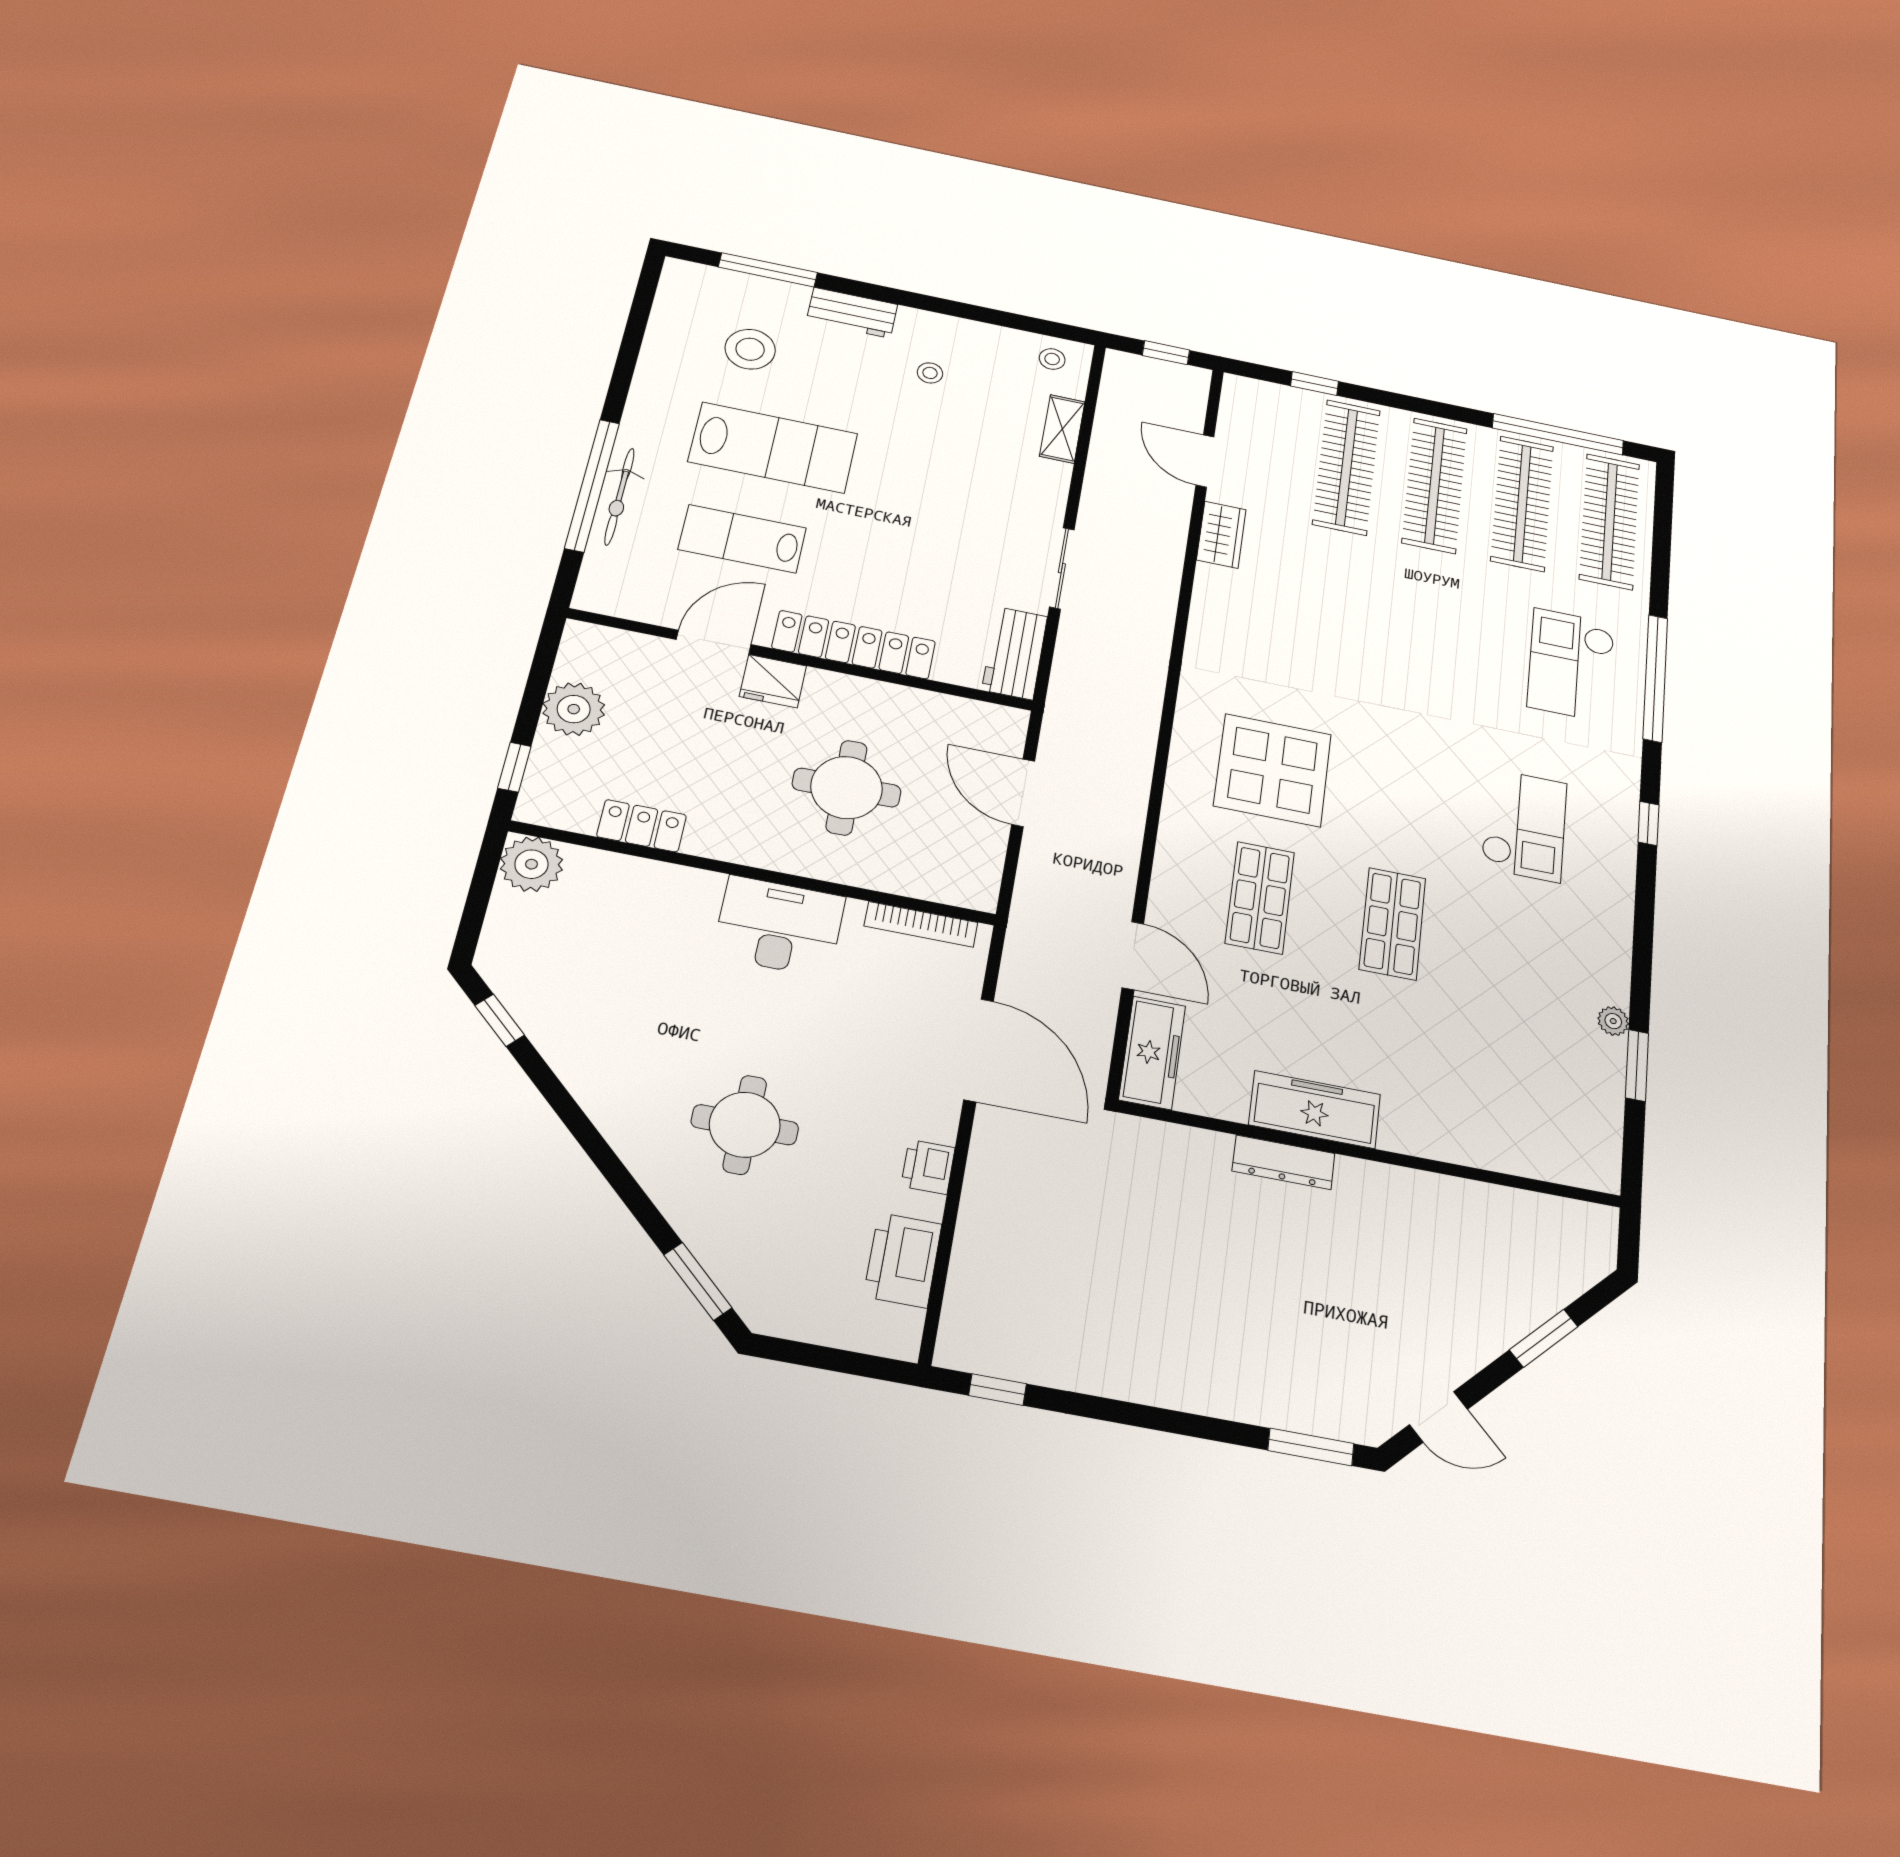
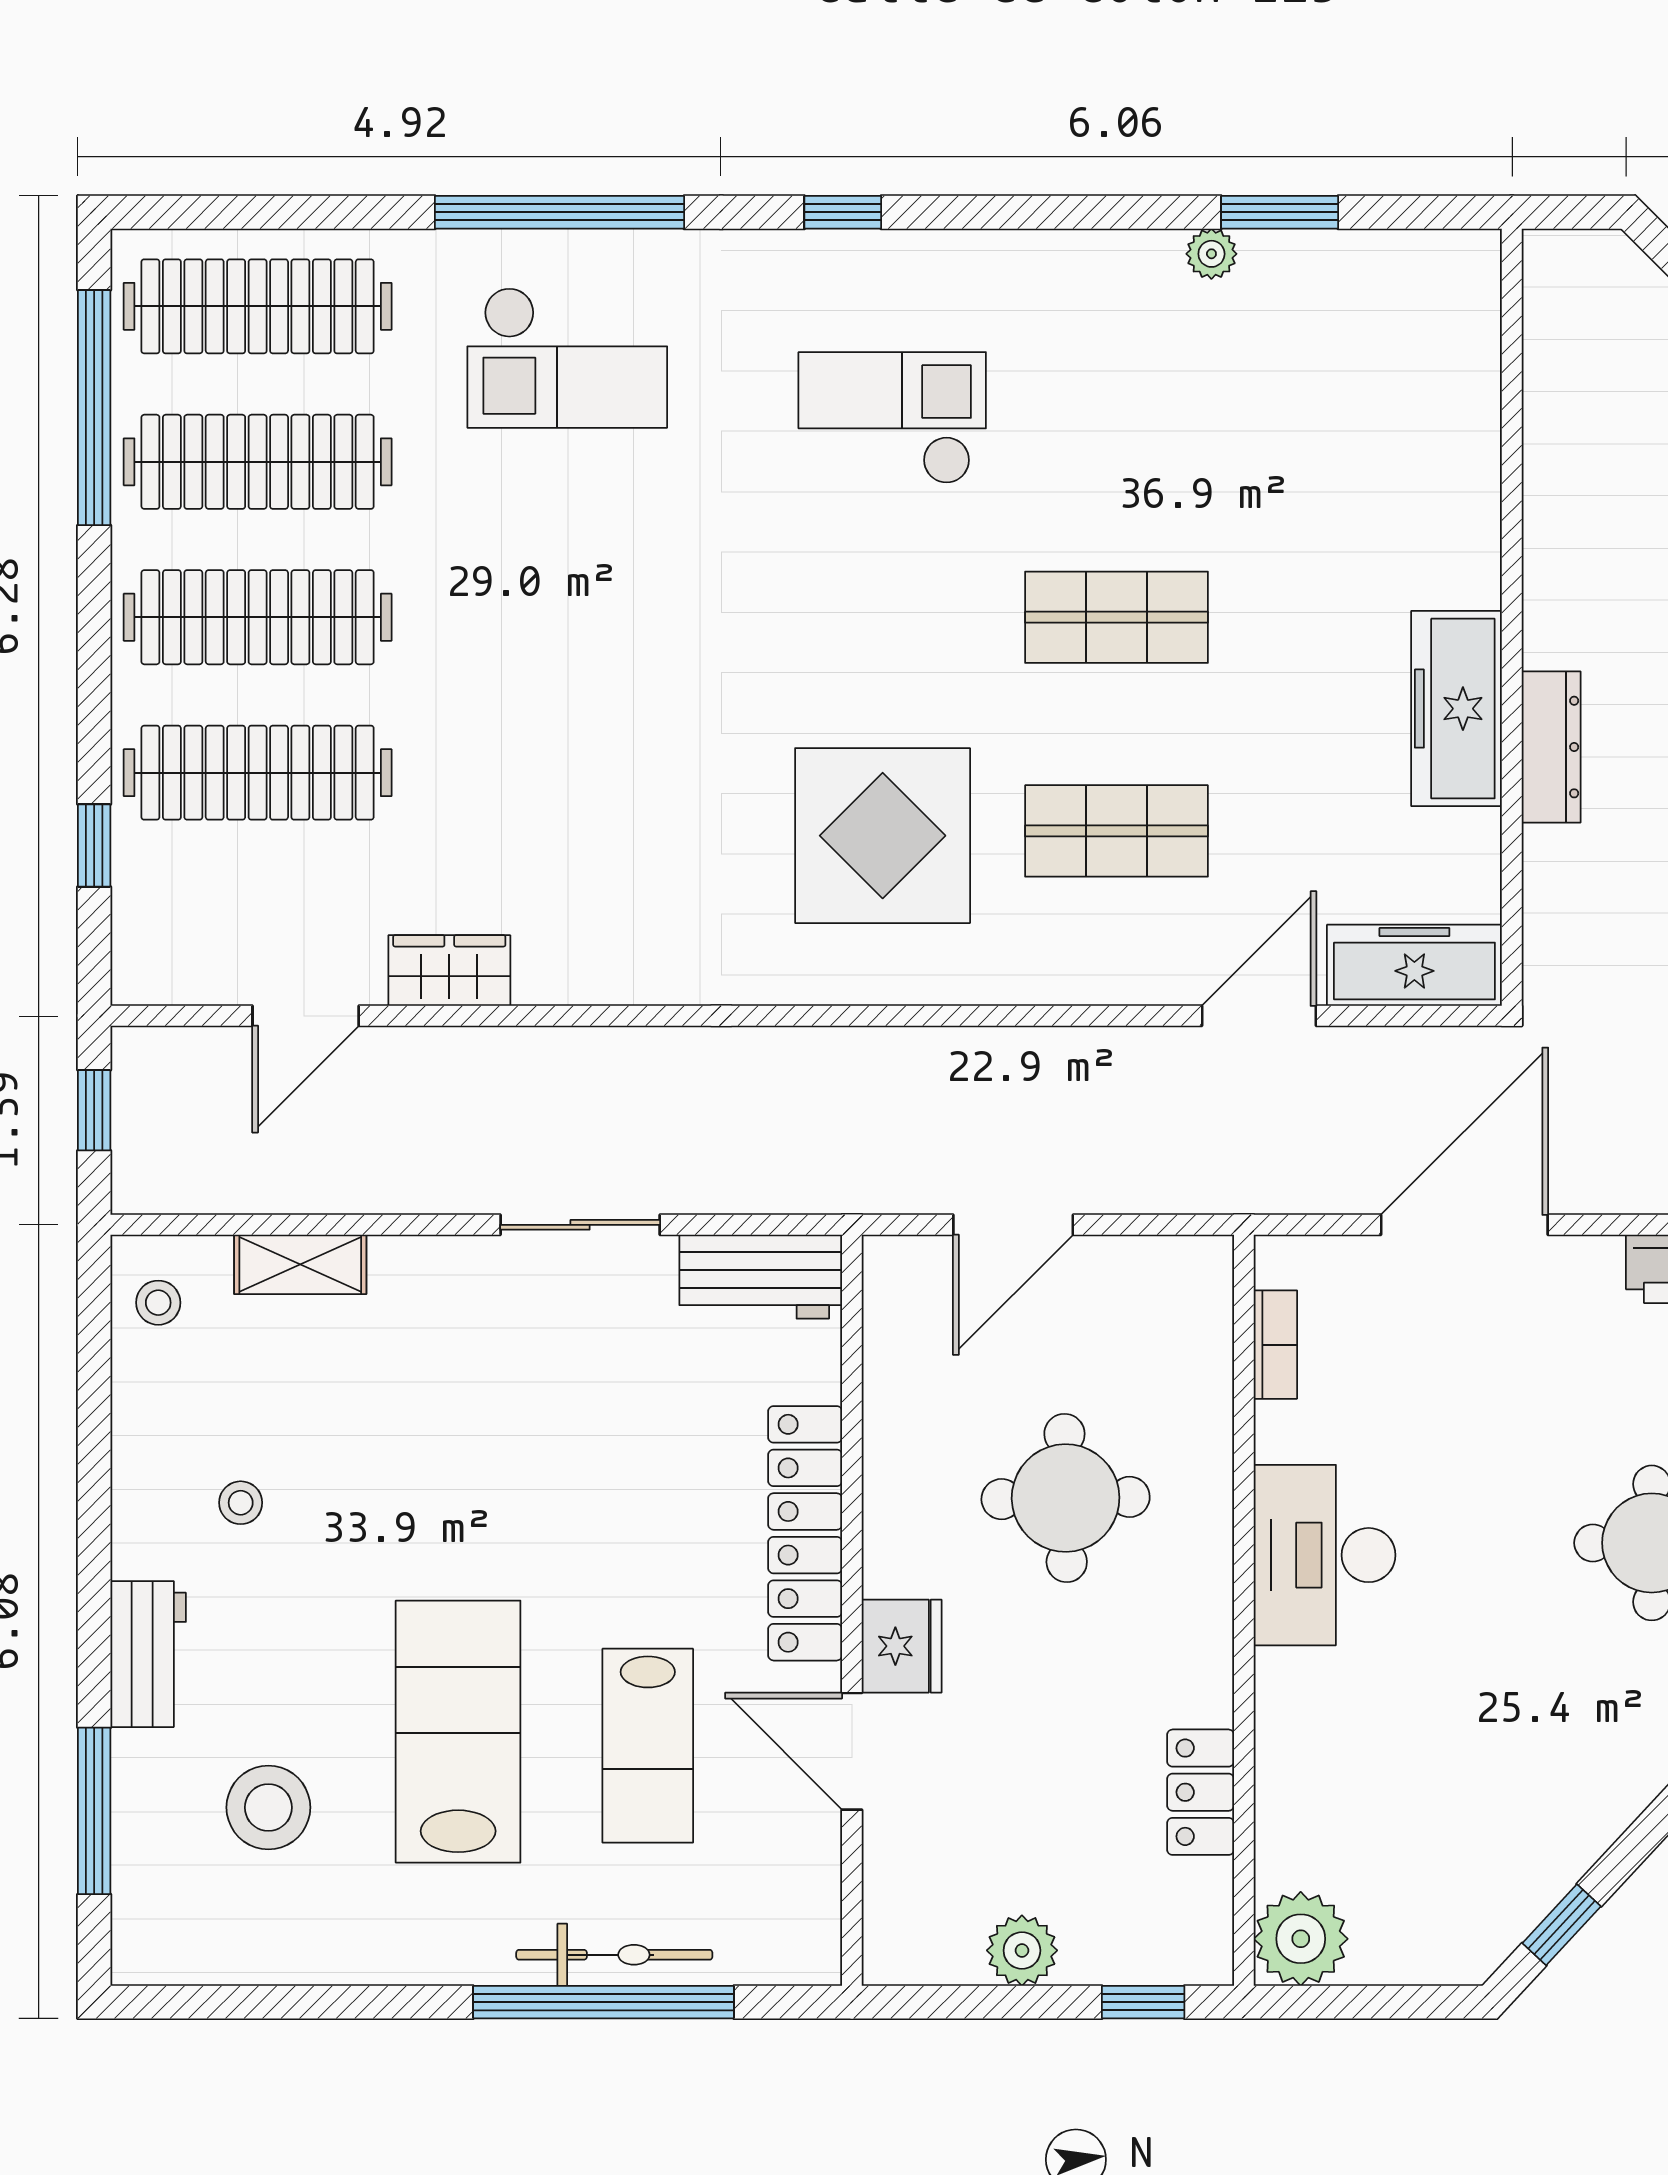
plant: (574, 709) -> (1022, 1950), width x0.73, depth x0.73
bookcase: (921, 924) -> (1275, 1345), width x0.64

